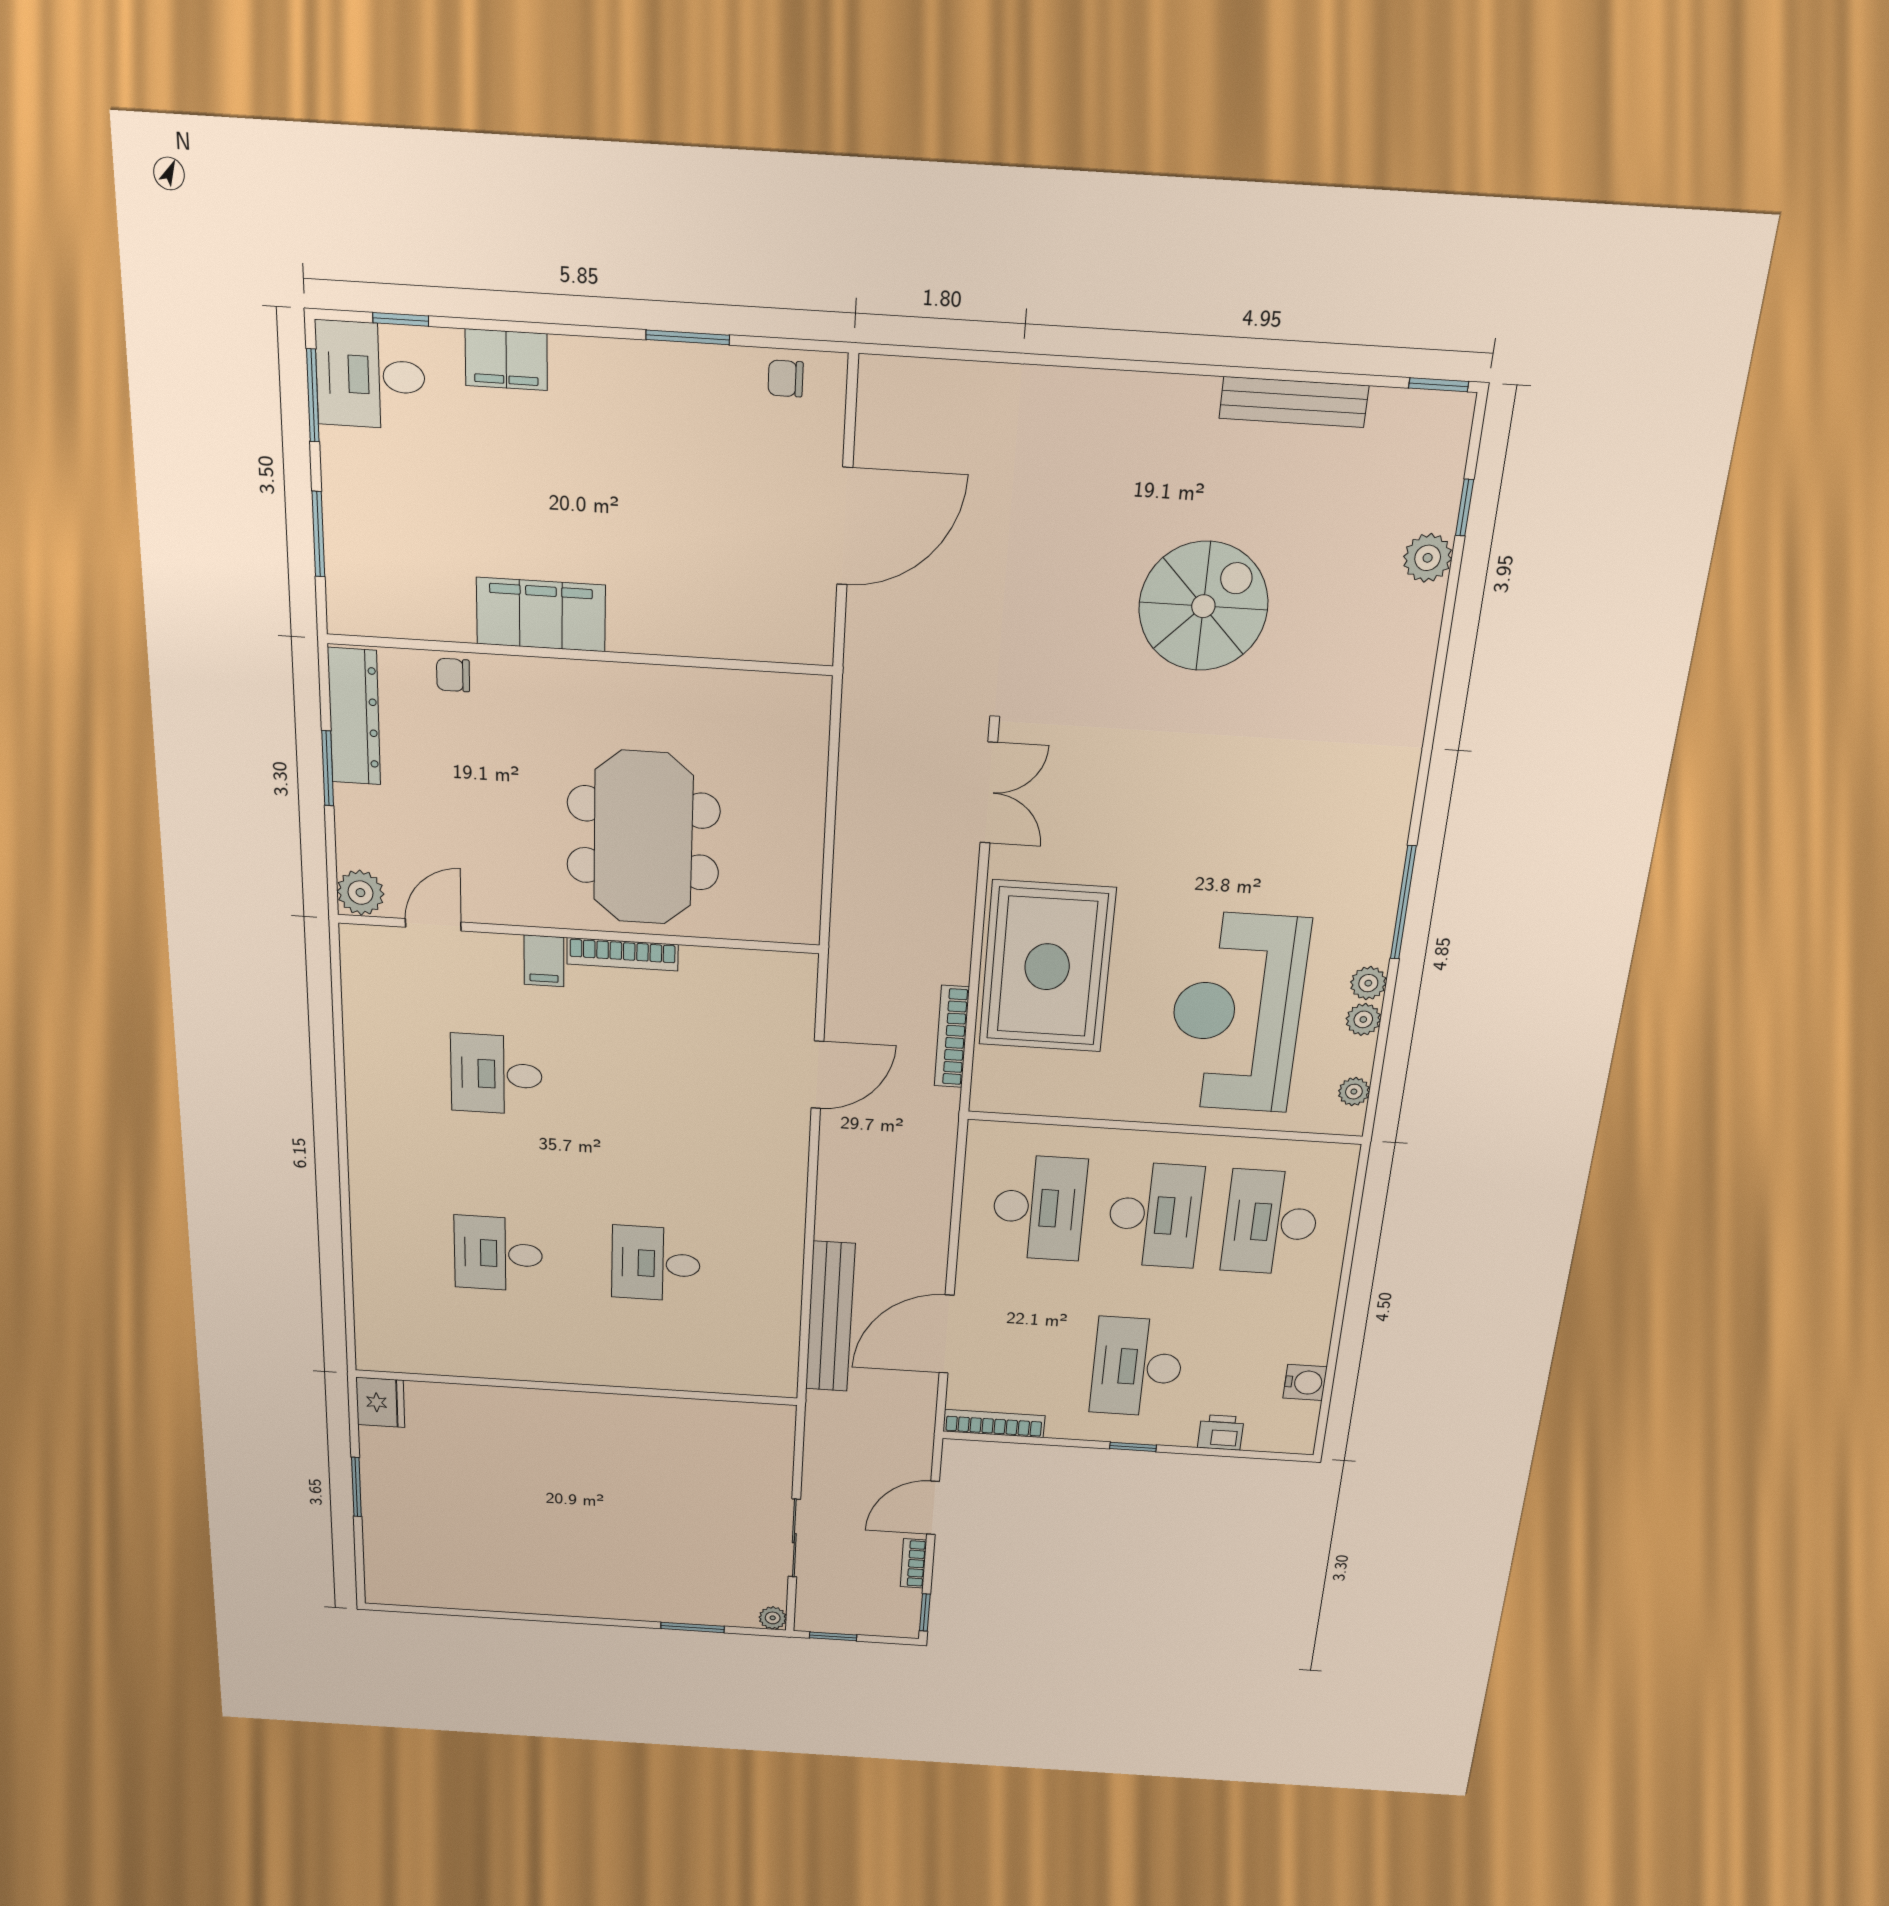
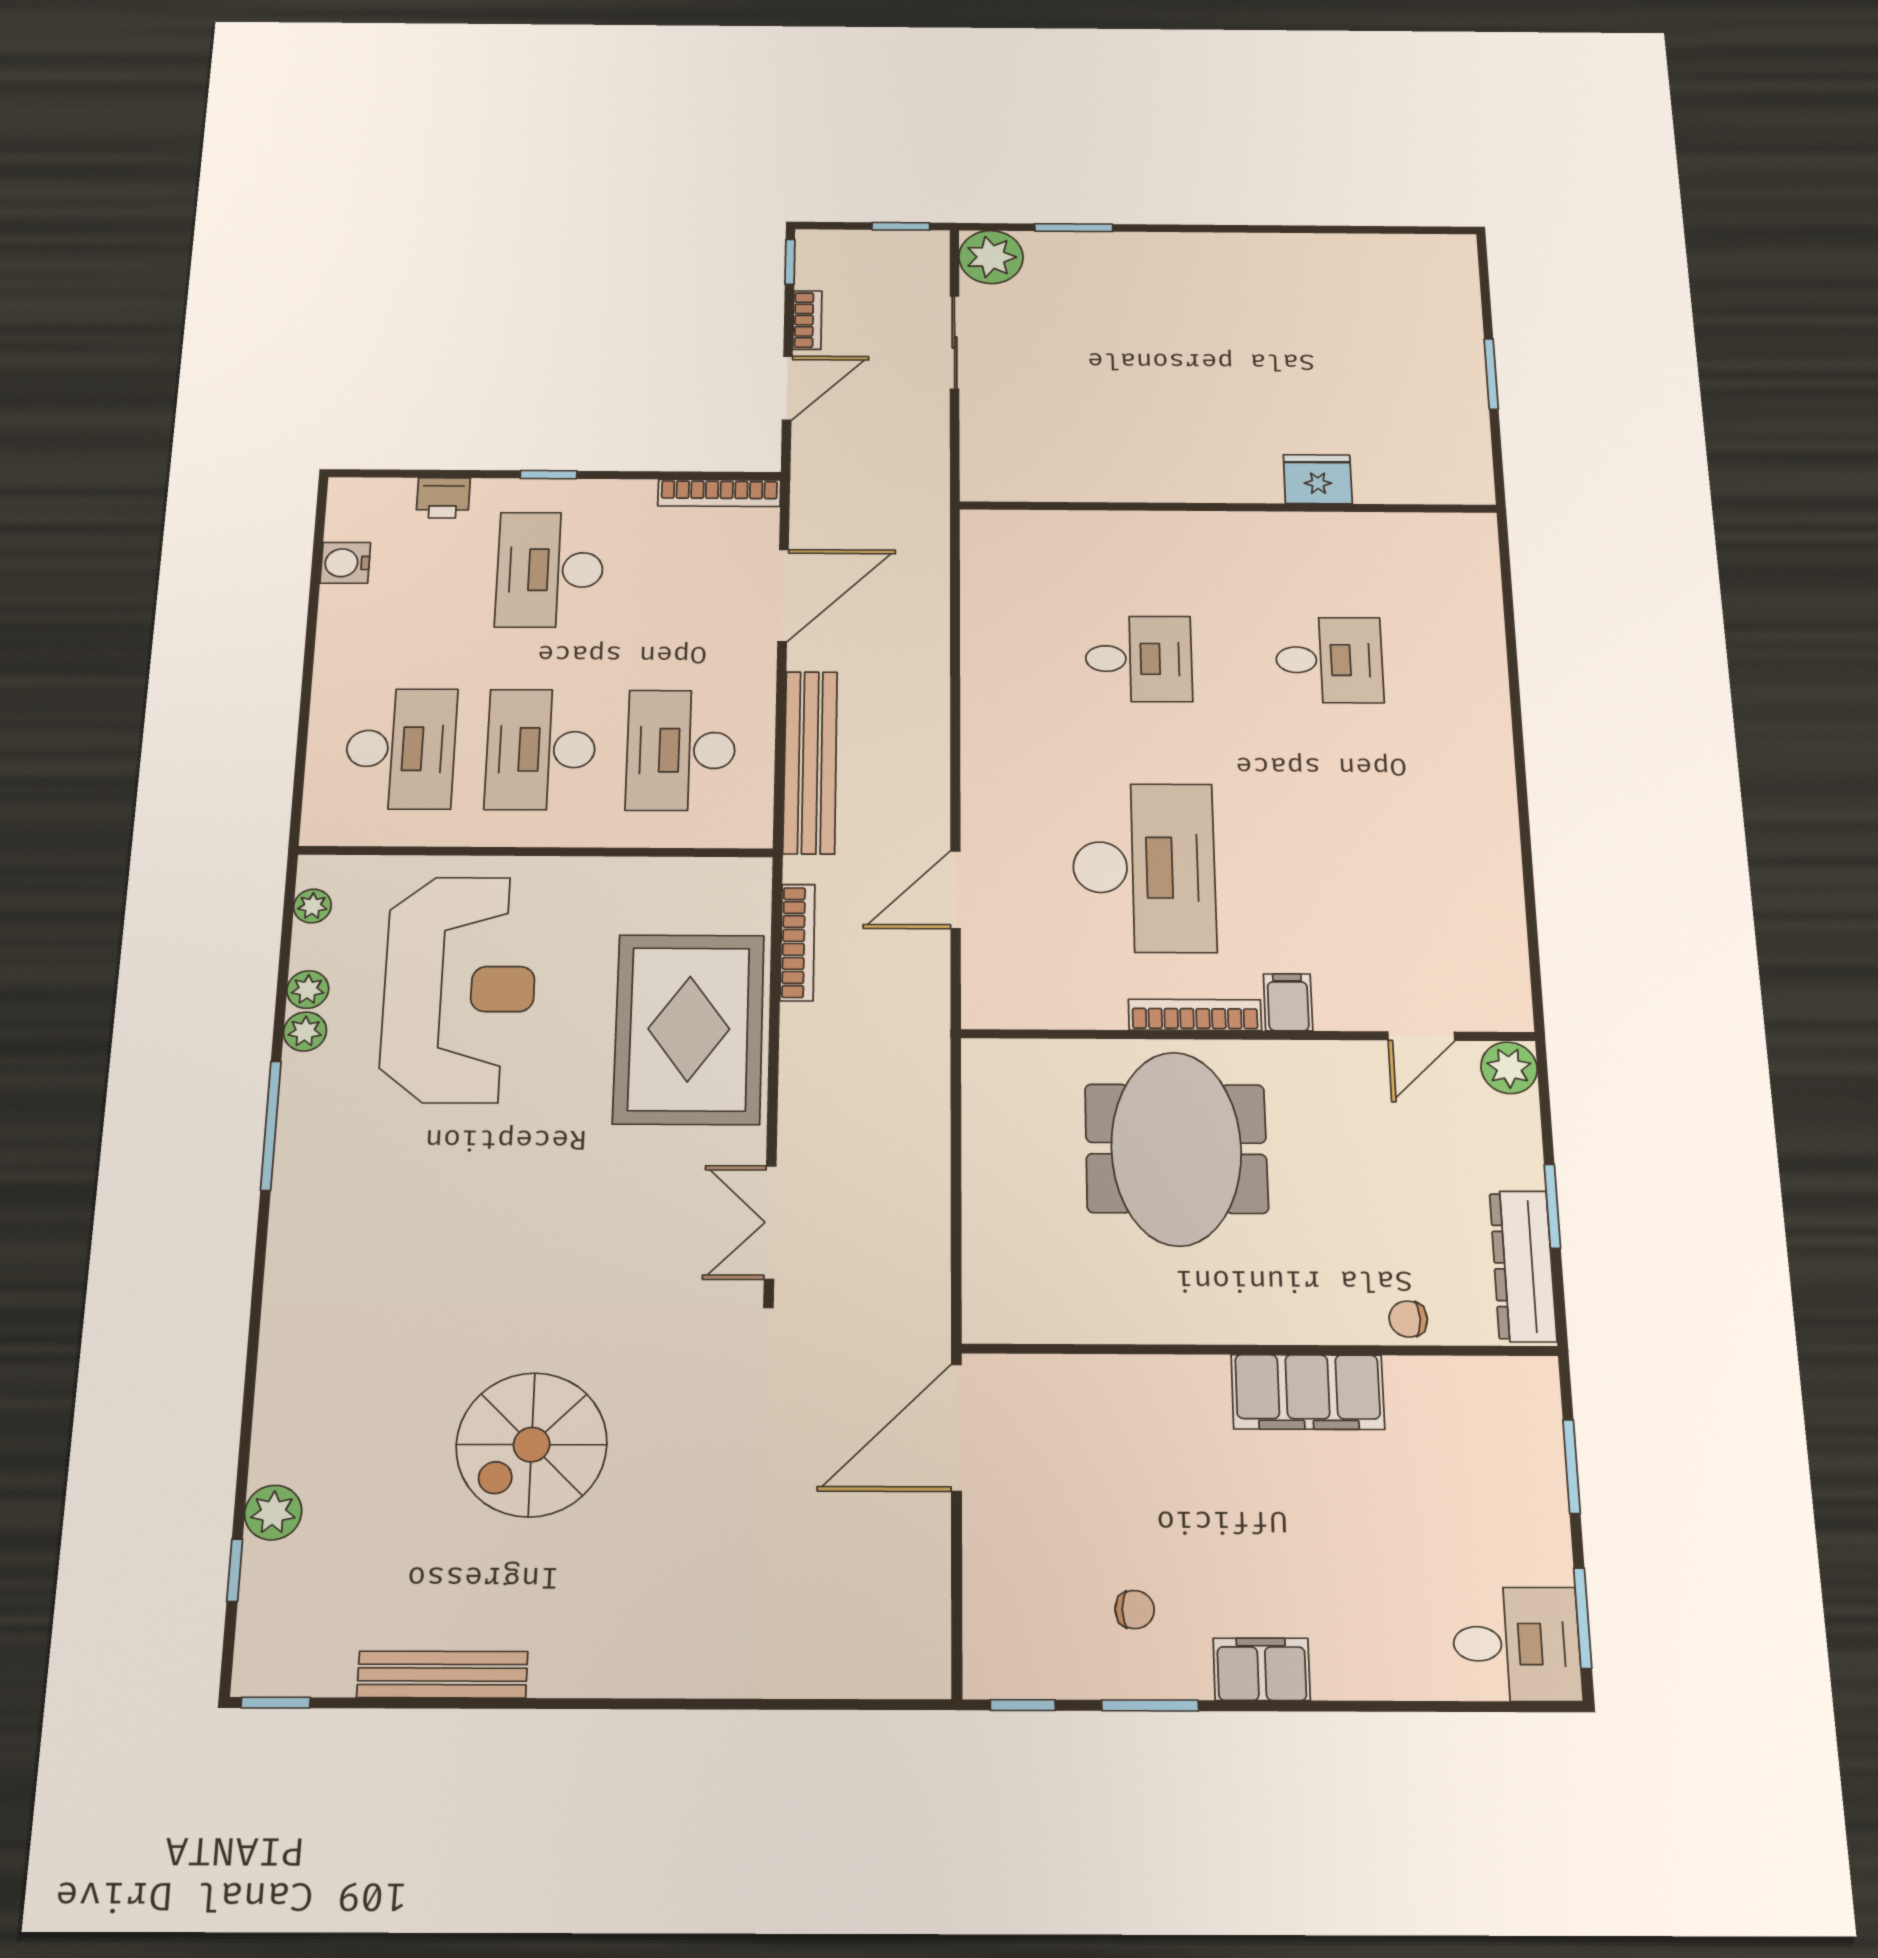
window: (401, 319) -> (1023, 1705), moved
filing cabinet: (506, 360) -> (1262, 1669), moved
chair: (786, 378) -> (1135, 1610), moved
door: (845, 526) -> (956, 1428), moved
chair: (453, 675) -> (1408, 1319), turned 180
desk: (496, 1074) -> (1144, 867), moved, width x1.87, depth x1.30
bench: (830, 1317) -> (810, 762), moved
desk: (1137, 1367) -> (550, 570), turned 180
fridge: (380, 1402) -> (1318, 479), moved, turned 90
plant: (773, 1618) -> (991, 257), width x1.88, depth x1.88

